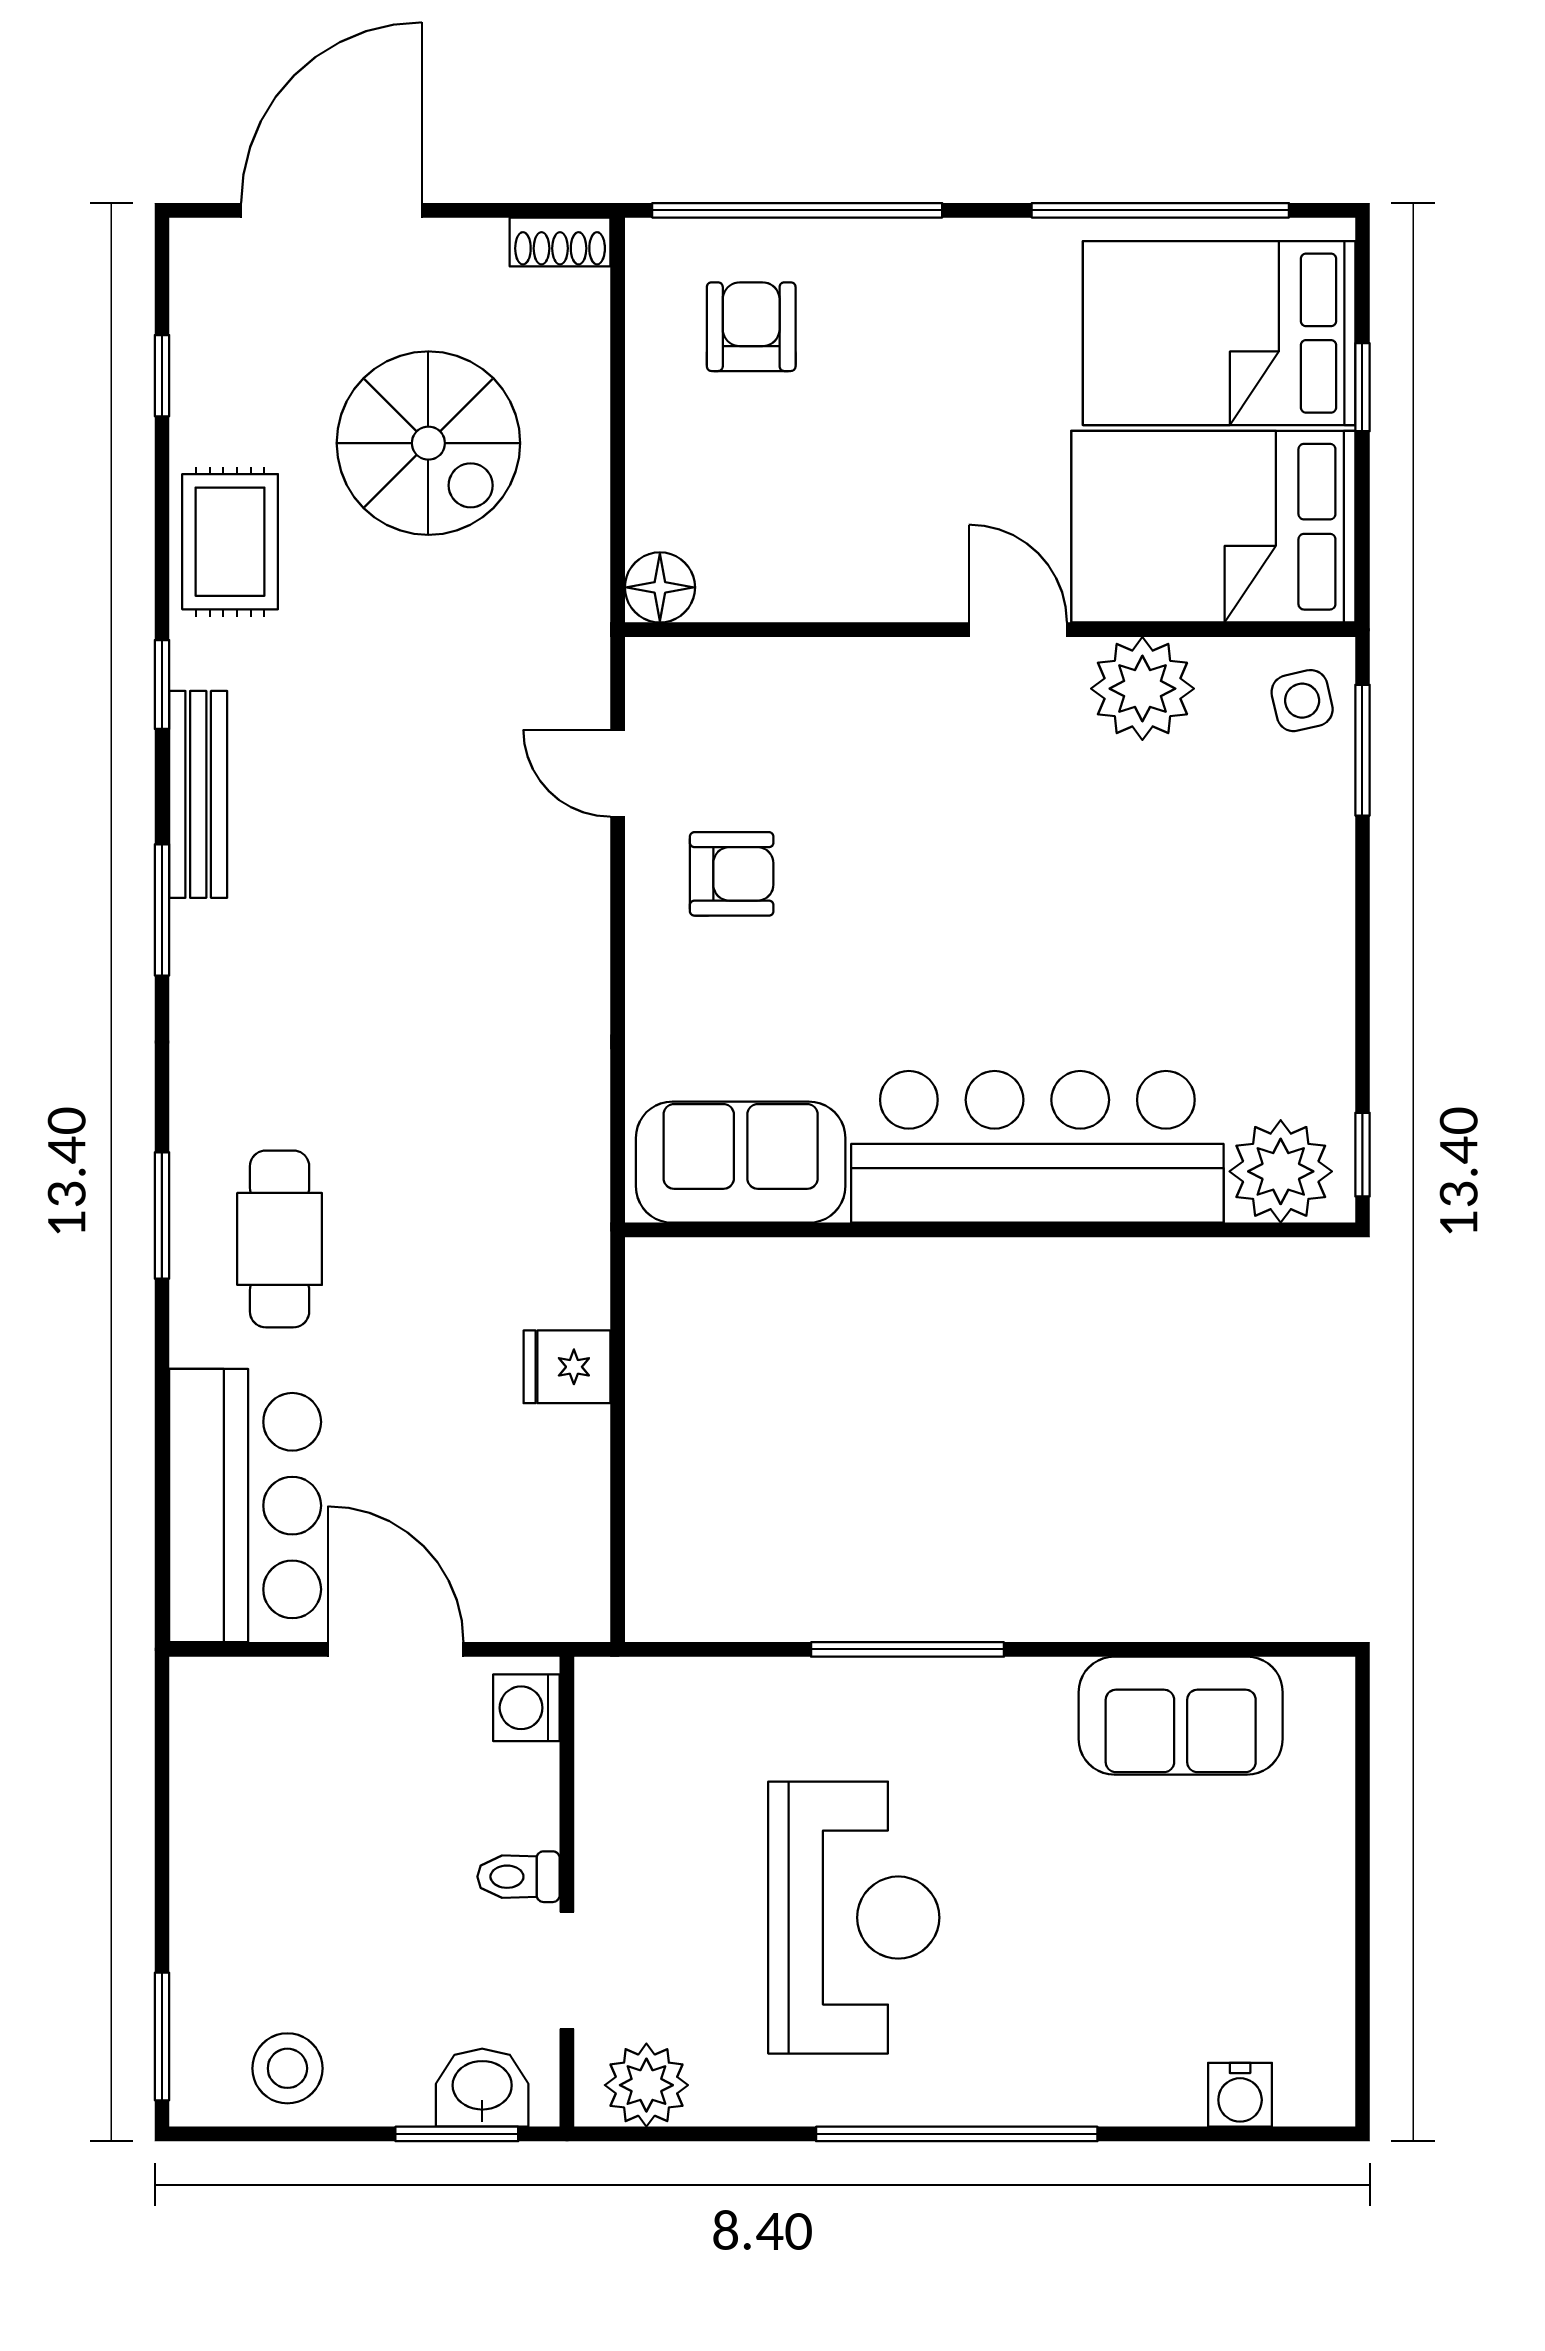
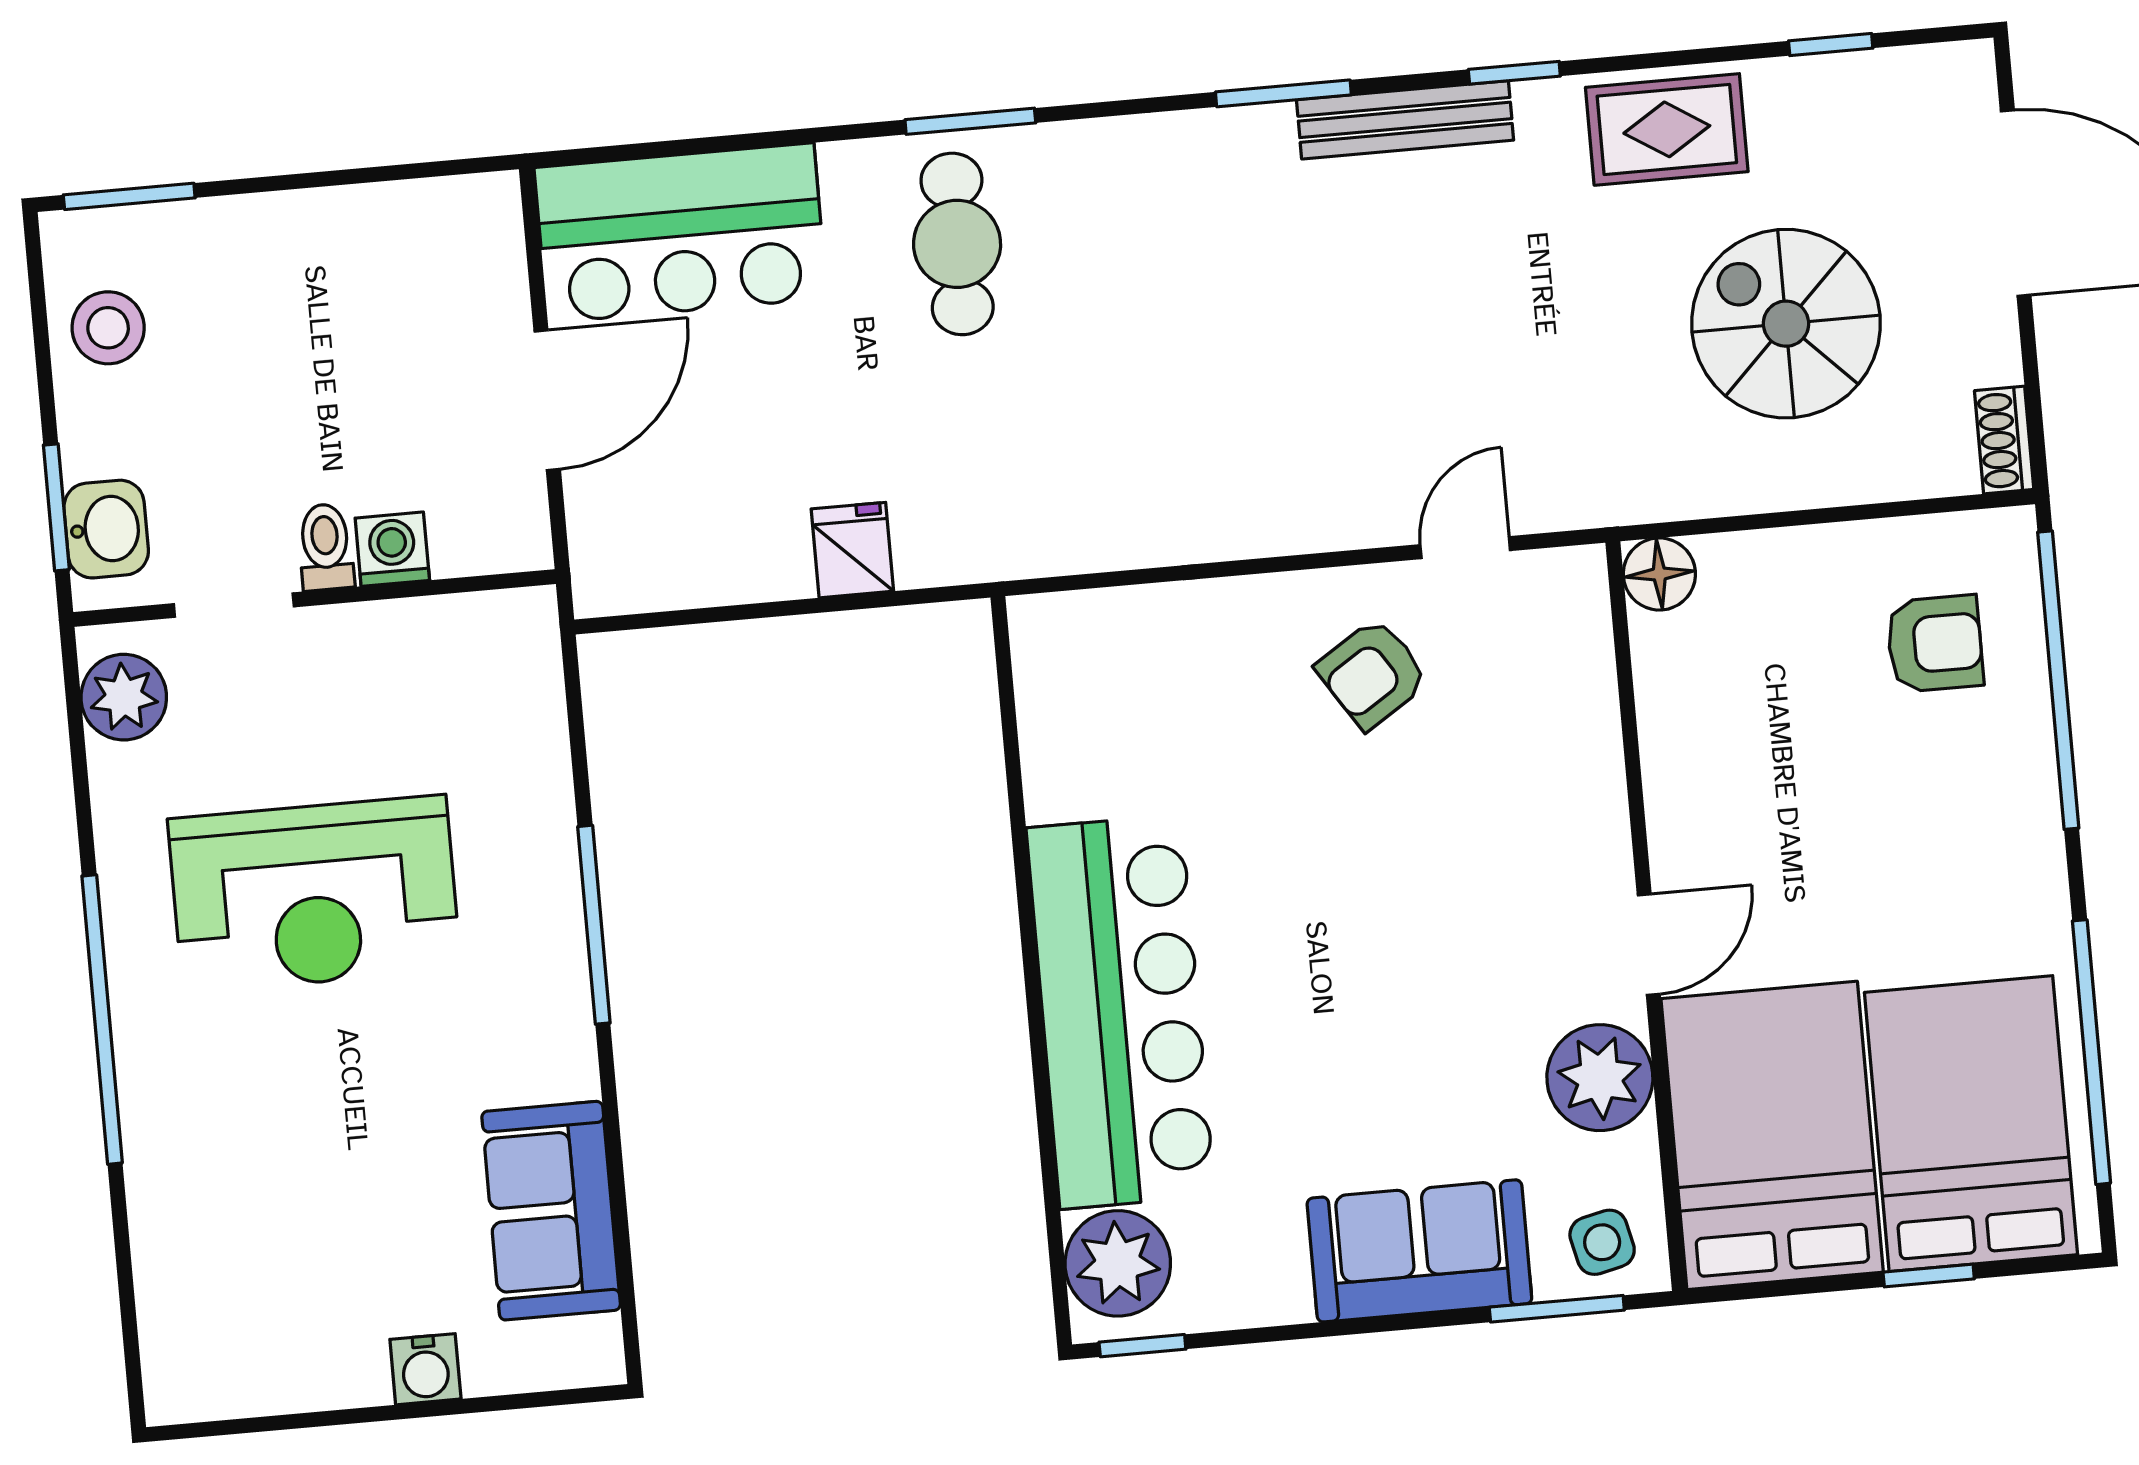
spiral stairs: (428, 443) -> (1786, 324), turned 90
armchair: (732, 874) -> (1372, 674), turned 57
sofa: (741, 1162) -> (1419, 1251), moved, turned -90
cafe table: (280, 1239) -> (957, 244), turned 90
washing machine: (526, 1708) -> (392, 549), moved
water cooler: (1240, 2095) -> (425, 1369), moved, turned -90

